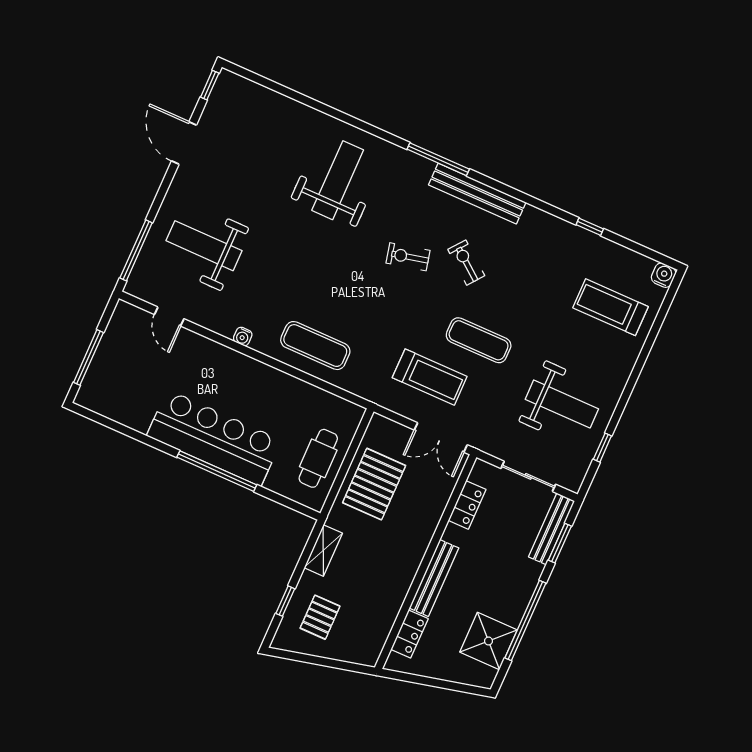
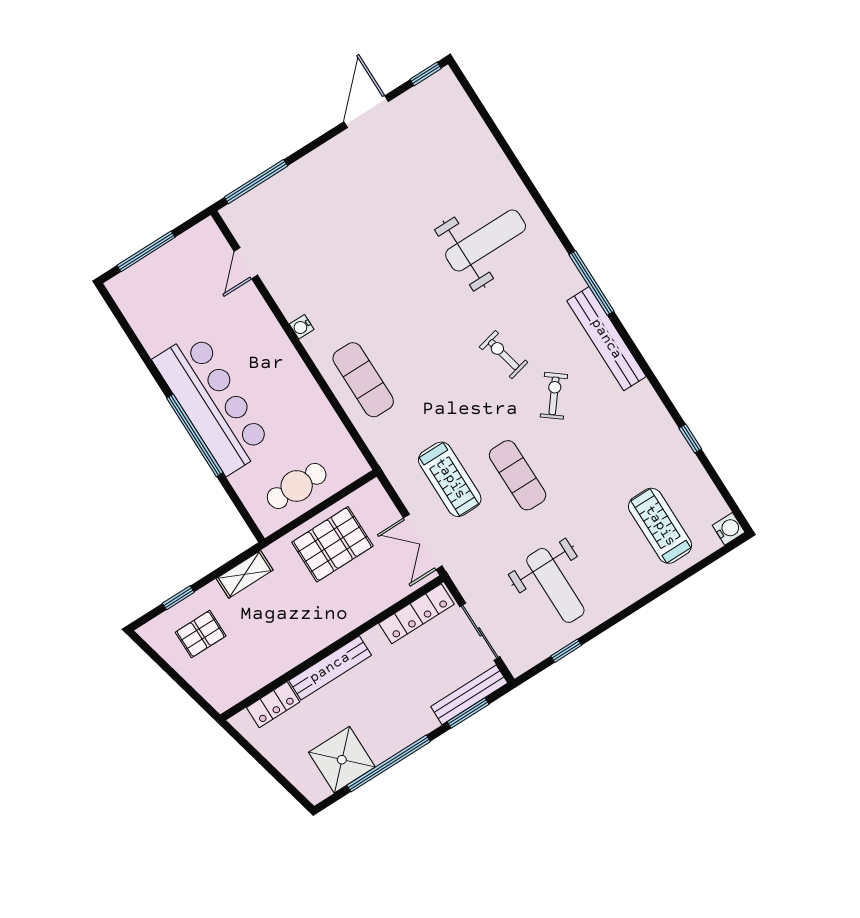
weight bench: (204, 246) -> (322, 219), removed
locker: (467, 505) -> (416, 614), width x1.53

